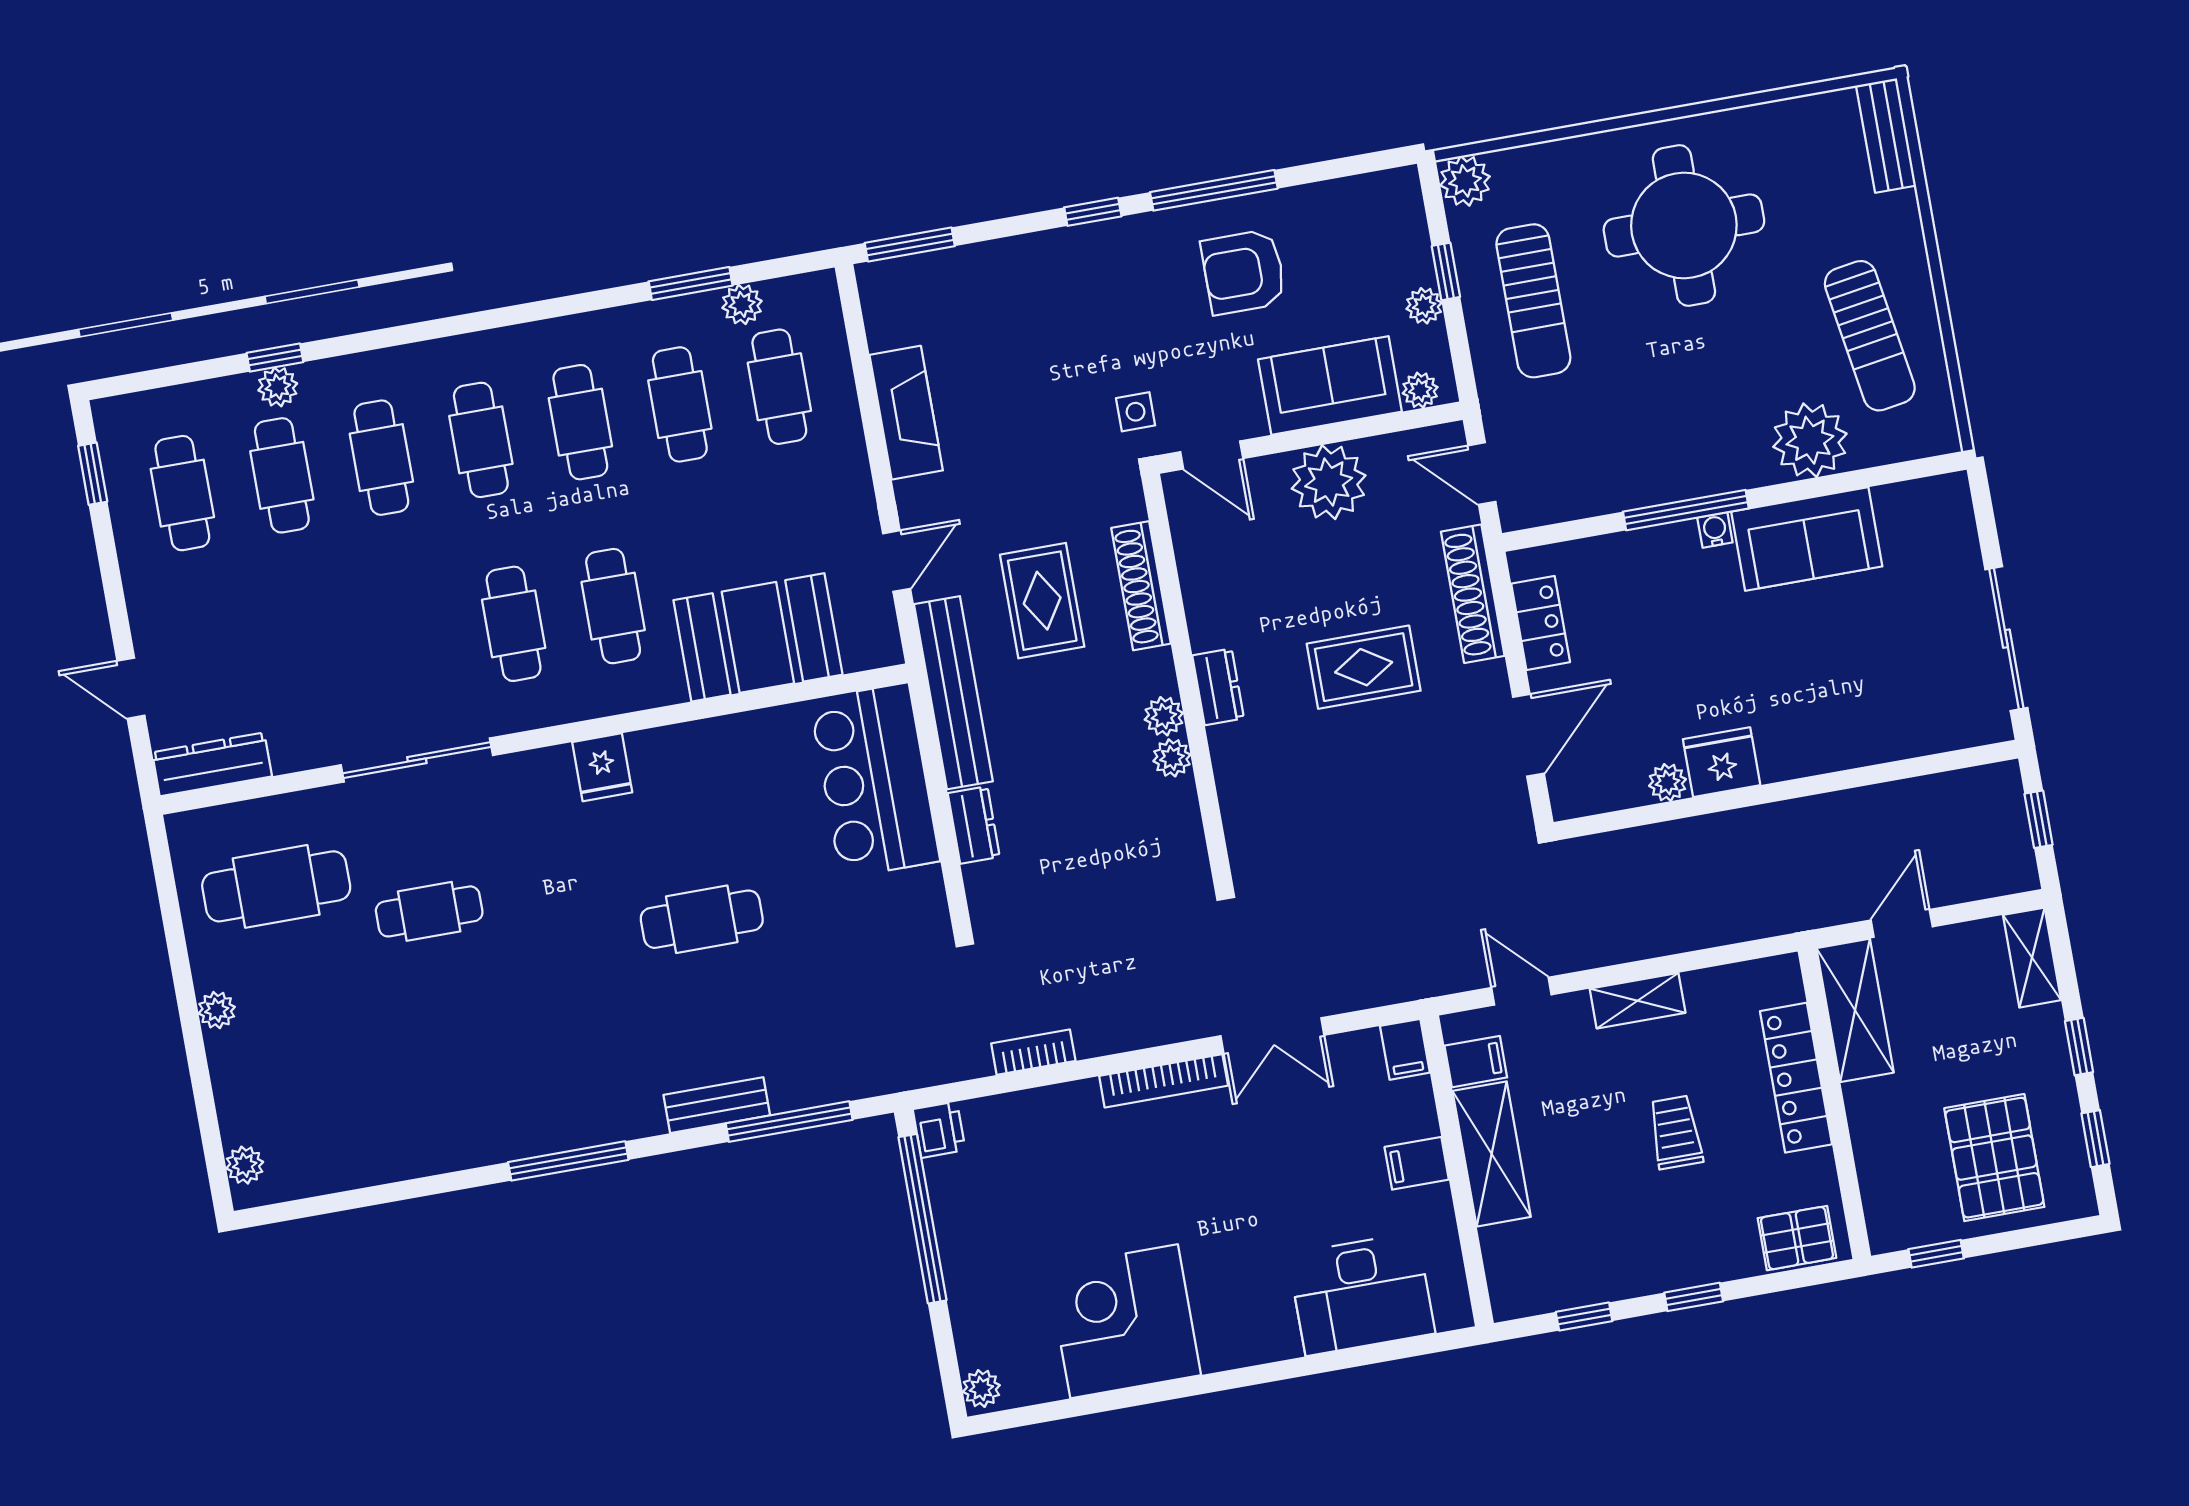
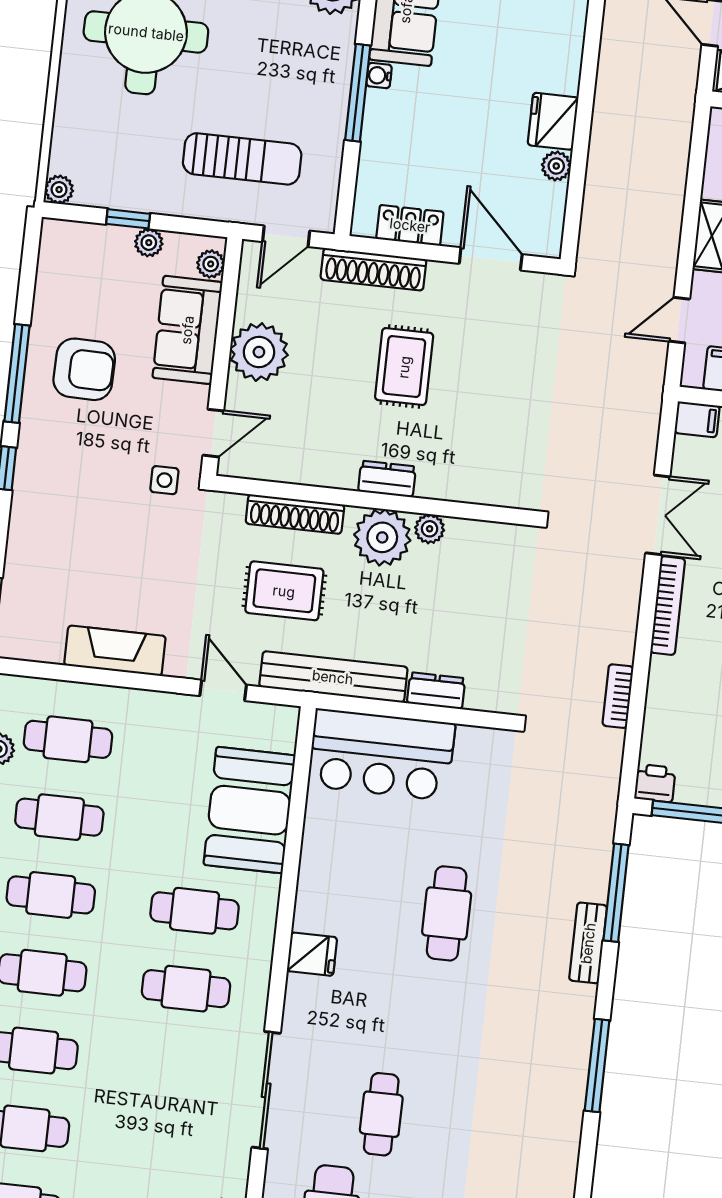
plant: (1465, 181) -> (59, 190), width x0.73, depth x0.73
armchair: (1244, 272) -> (84, 369), turned -89
sun lounger: (1533, 301) -> (242, 159), moved
plant: (1164, 716) -> (382, 537), width x1.87, depth x1.87

